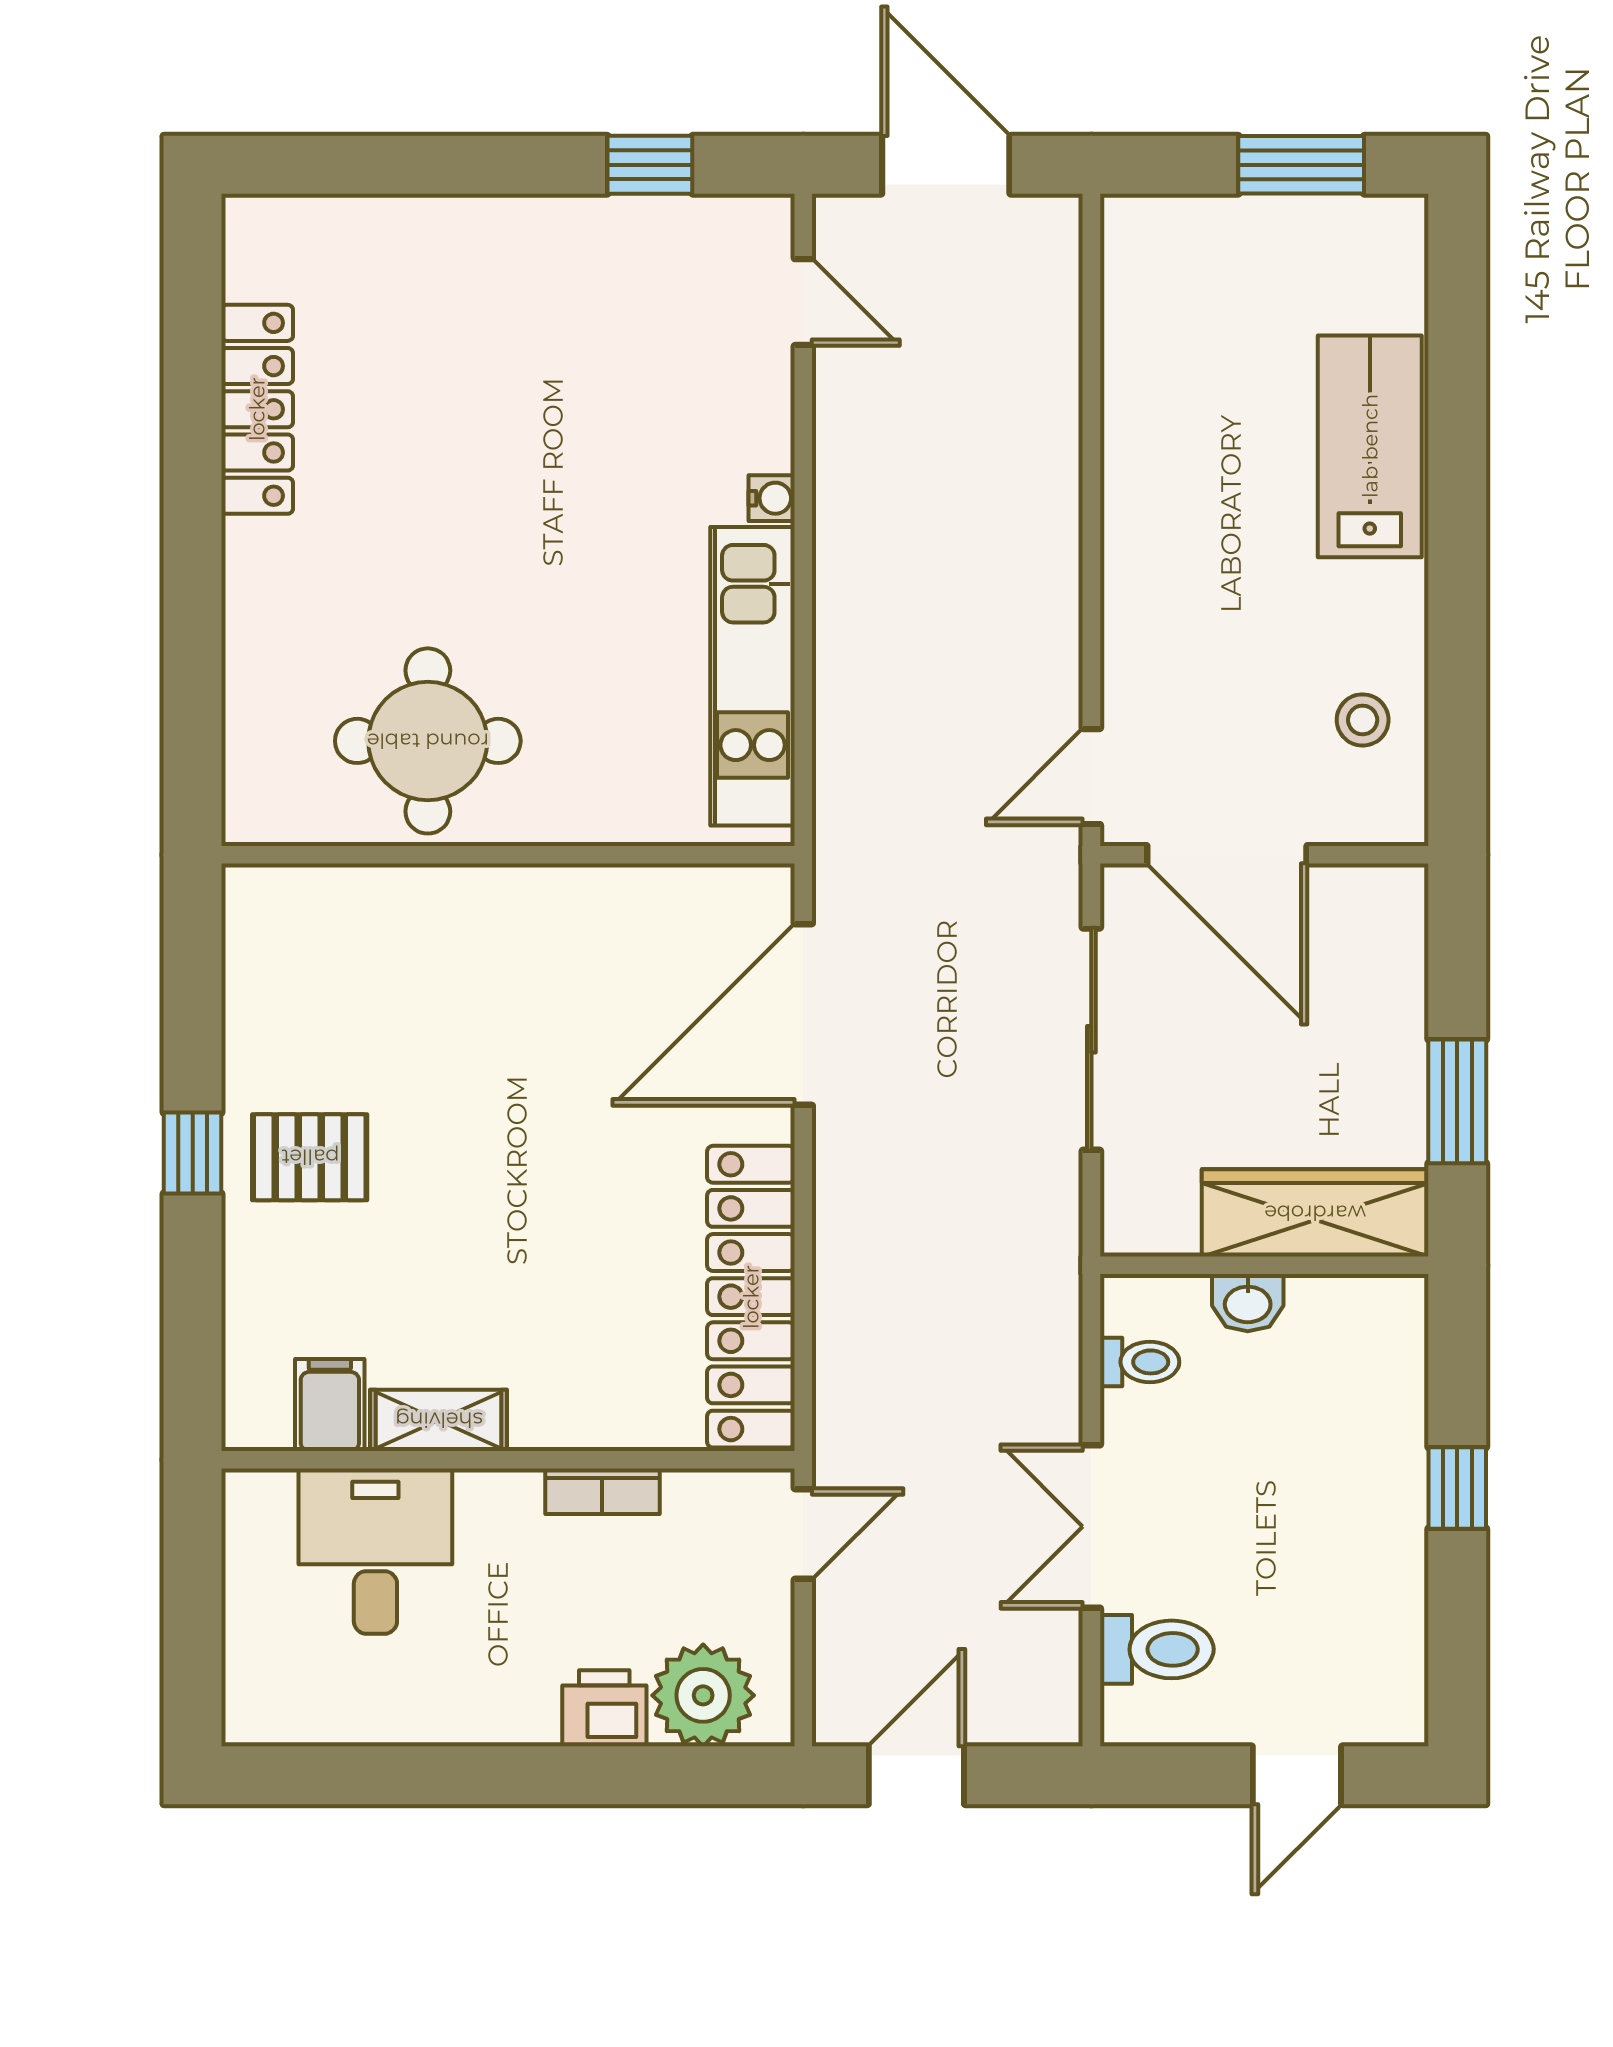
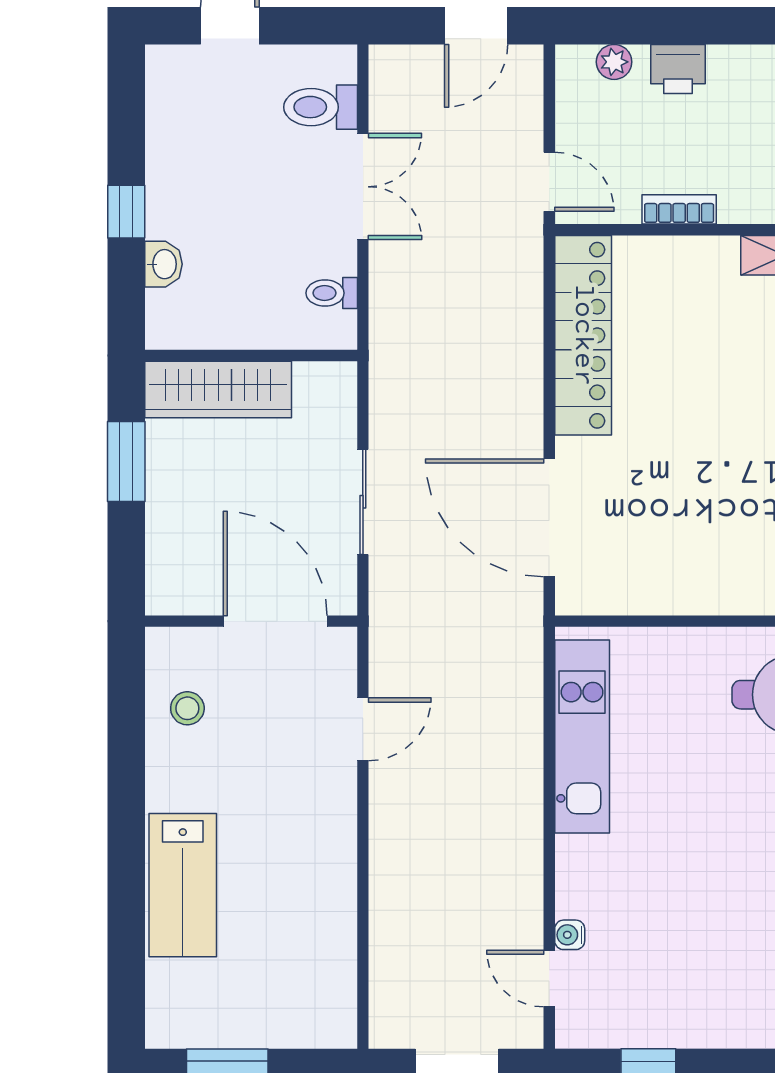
water cooler: (772, 498) -> (570, 935), moved
door: (1091, 777) -> (363, 729), moved
door: (803, 1014) -> (549, 518), swing flipped
sliding door: (1091, 1039) -> (363, 502), width x0.73
washbasin: (1248, 1303) -> (163, 264), moved, turned 90
door: (803, 1534) -> (549, 182), swing flipped
plant: (703, 1695) -> (614, 62), width x0.53, depth x0.53

